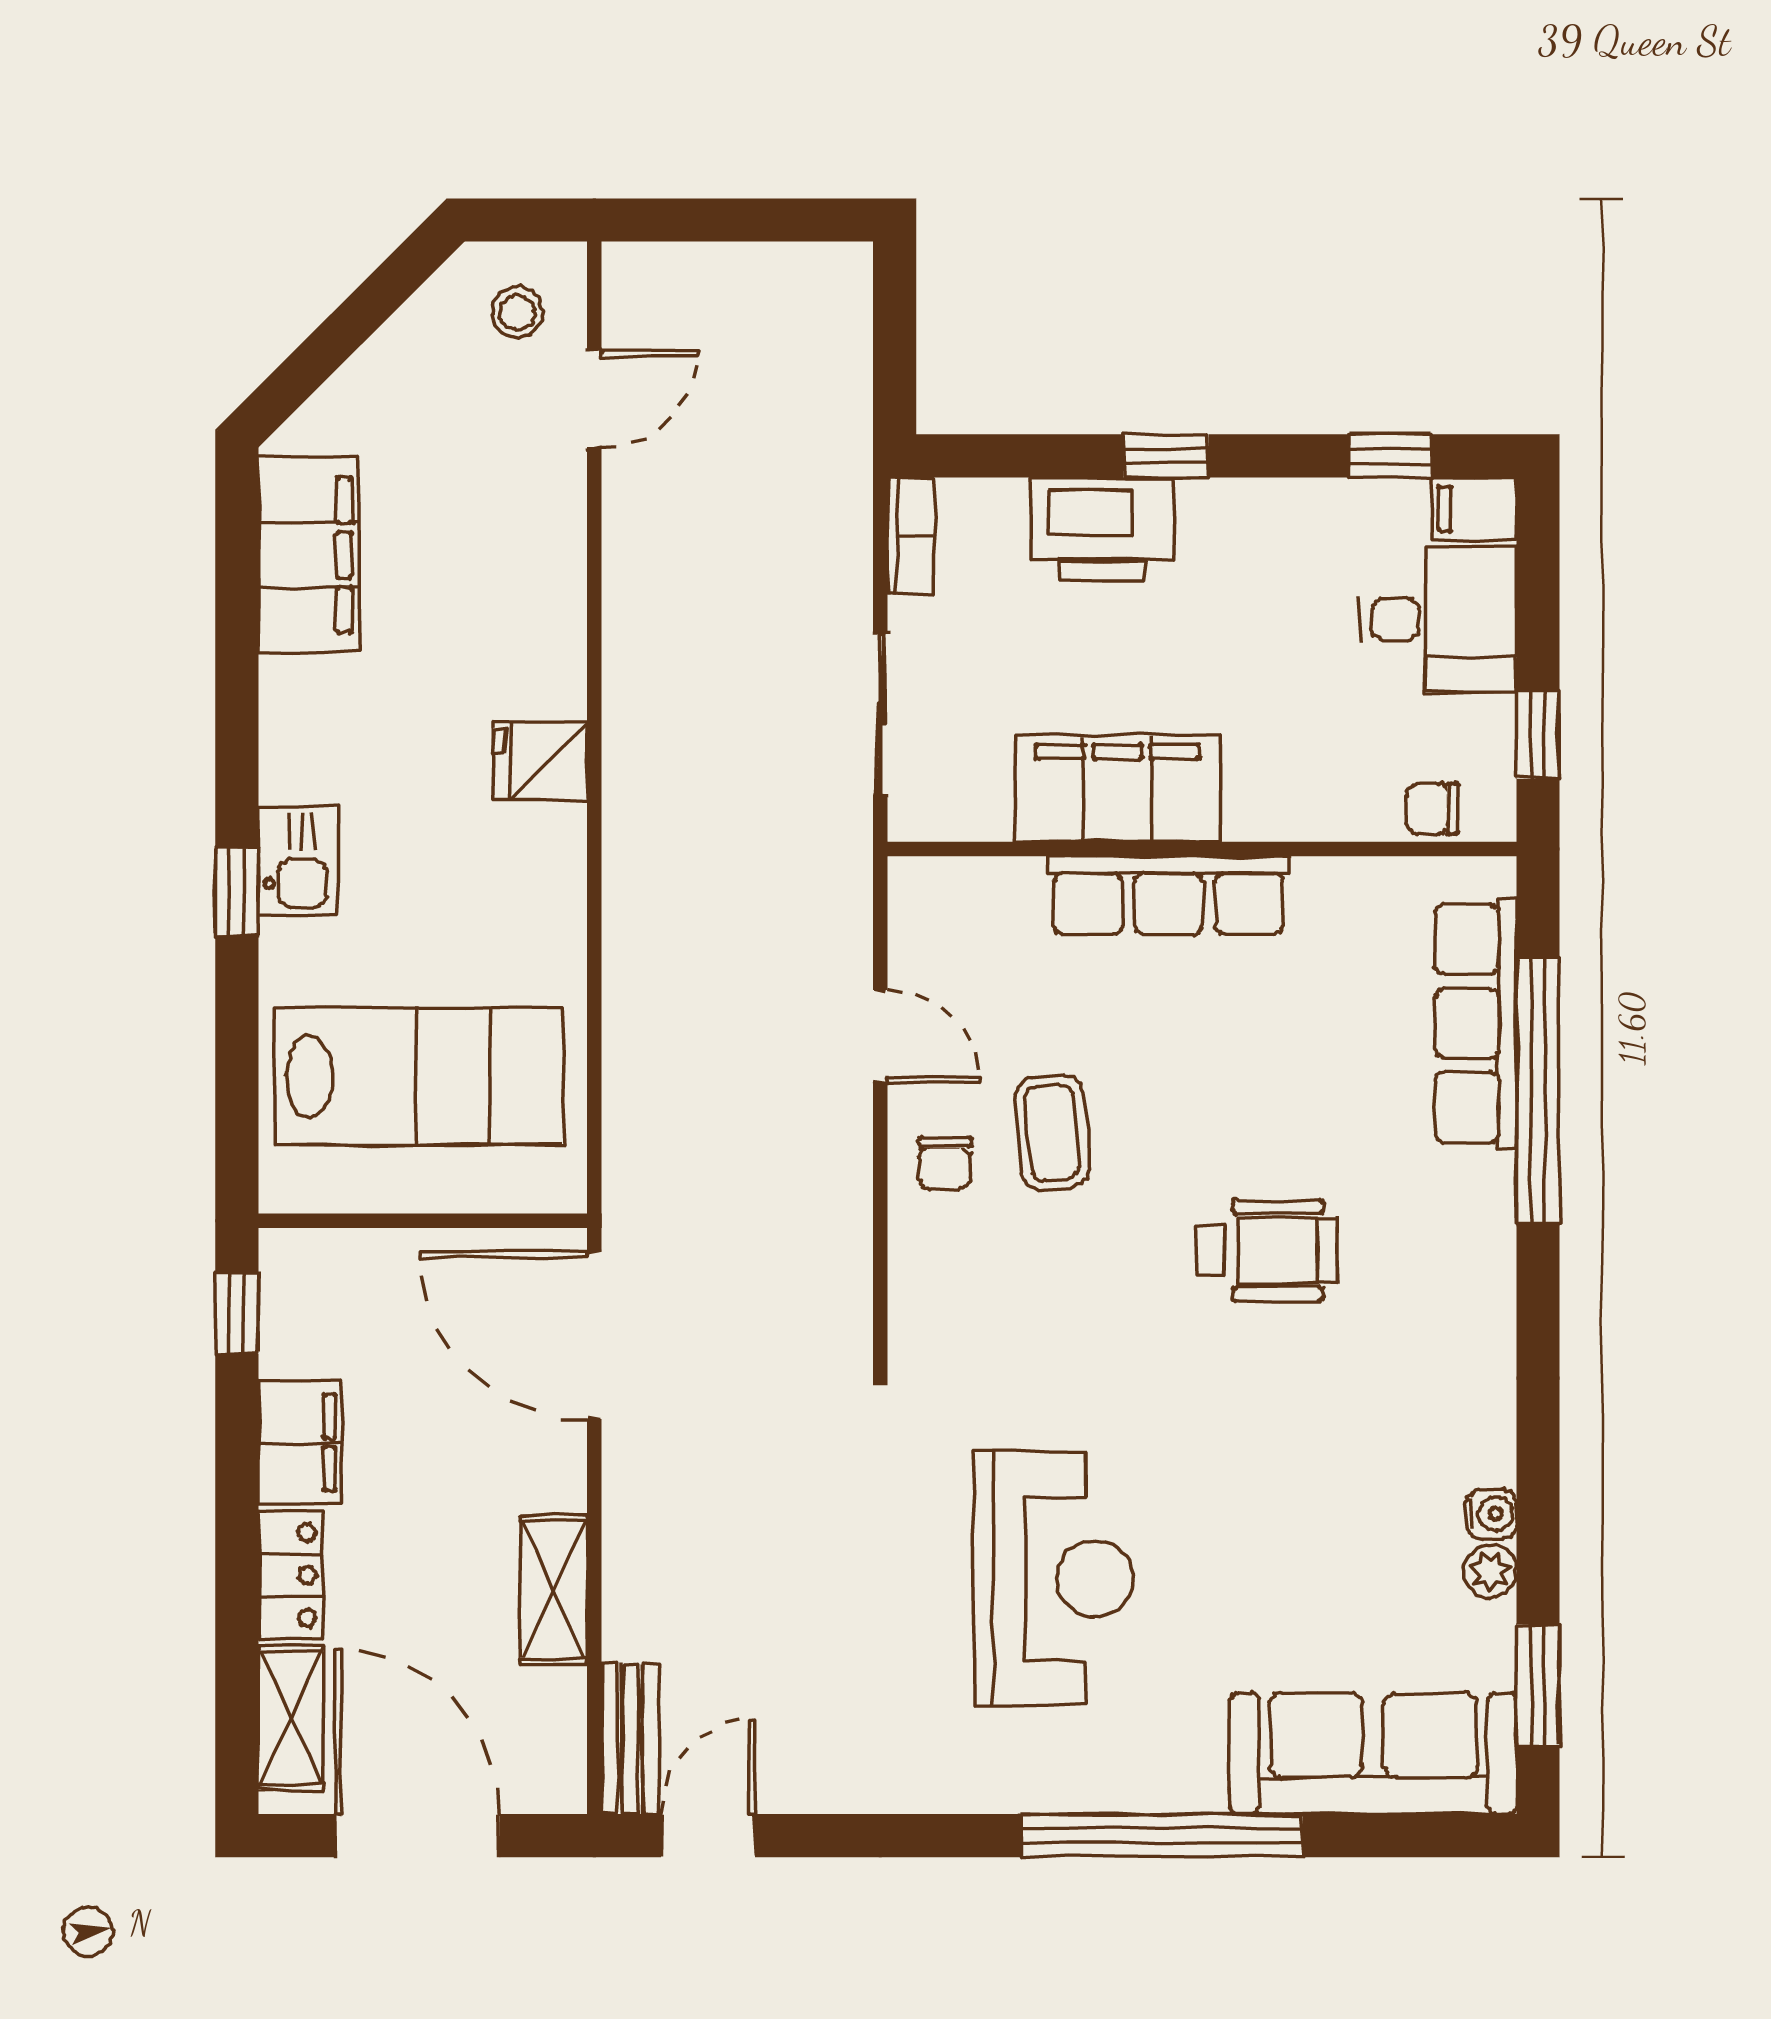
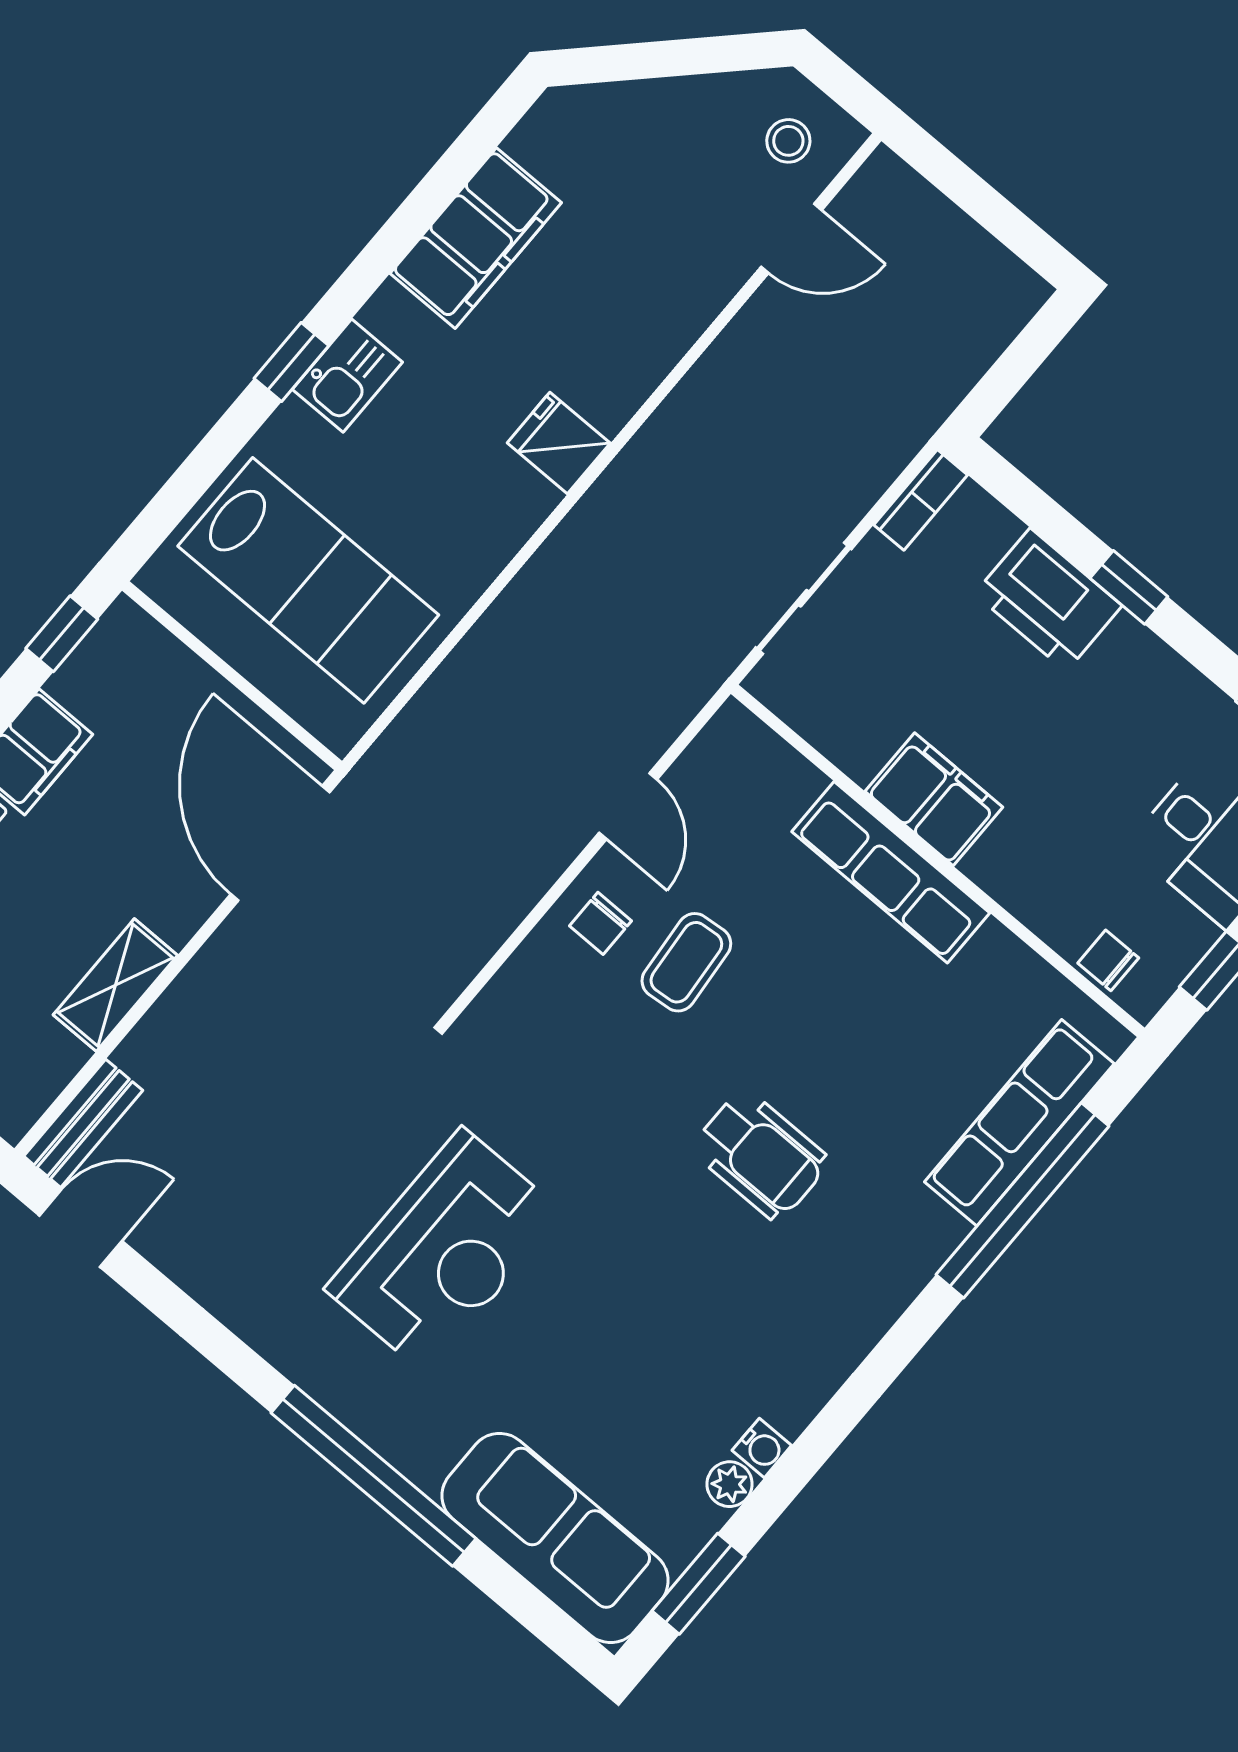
filing cabinet: (309, 555) -> (476, 238), moved
filing cabinet: (1117, 789) -> (934, 799), width x0.67, depth x0.86

